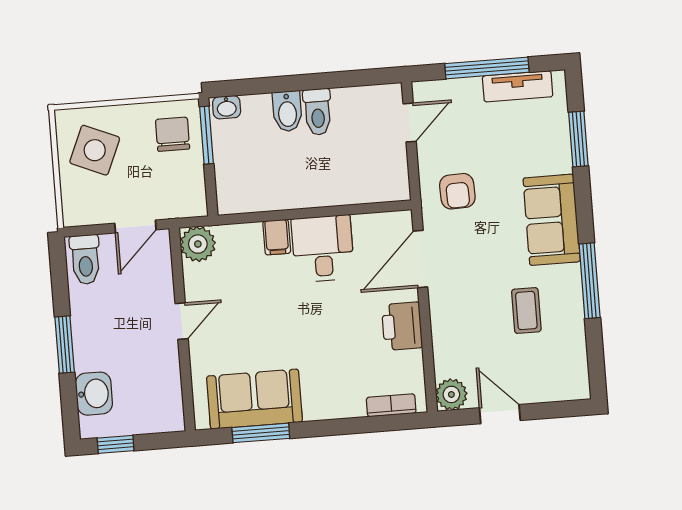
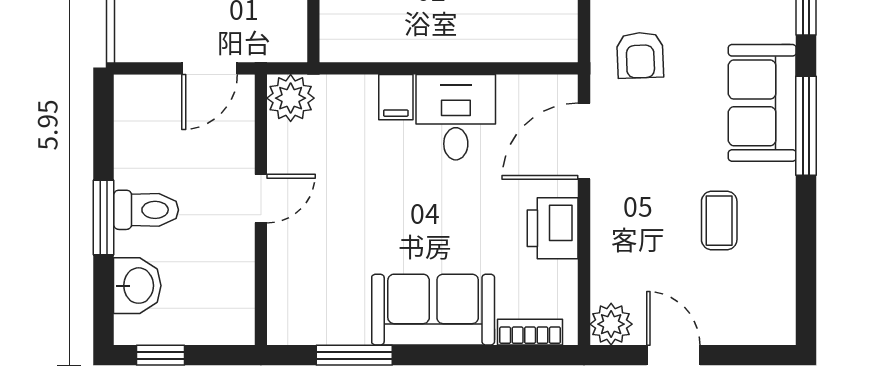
toilet: (85, 260) -> (146, 210), moved, turned -90
window: (590, 281) -> (806, 126), moved
sofa: (254, 399) -> (433, 310), moved

